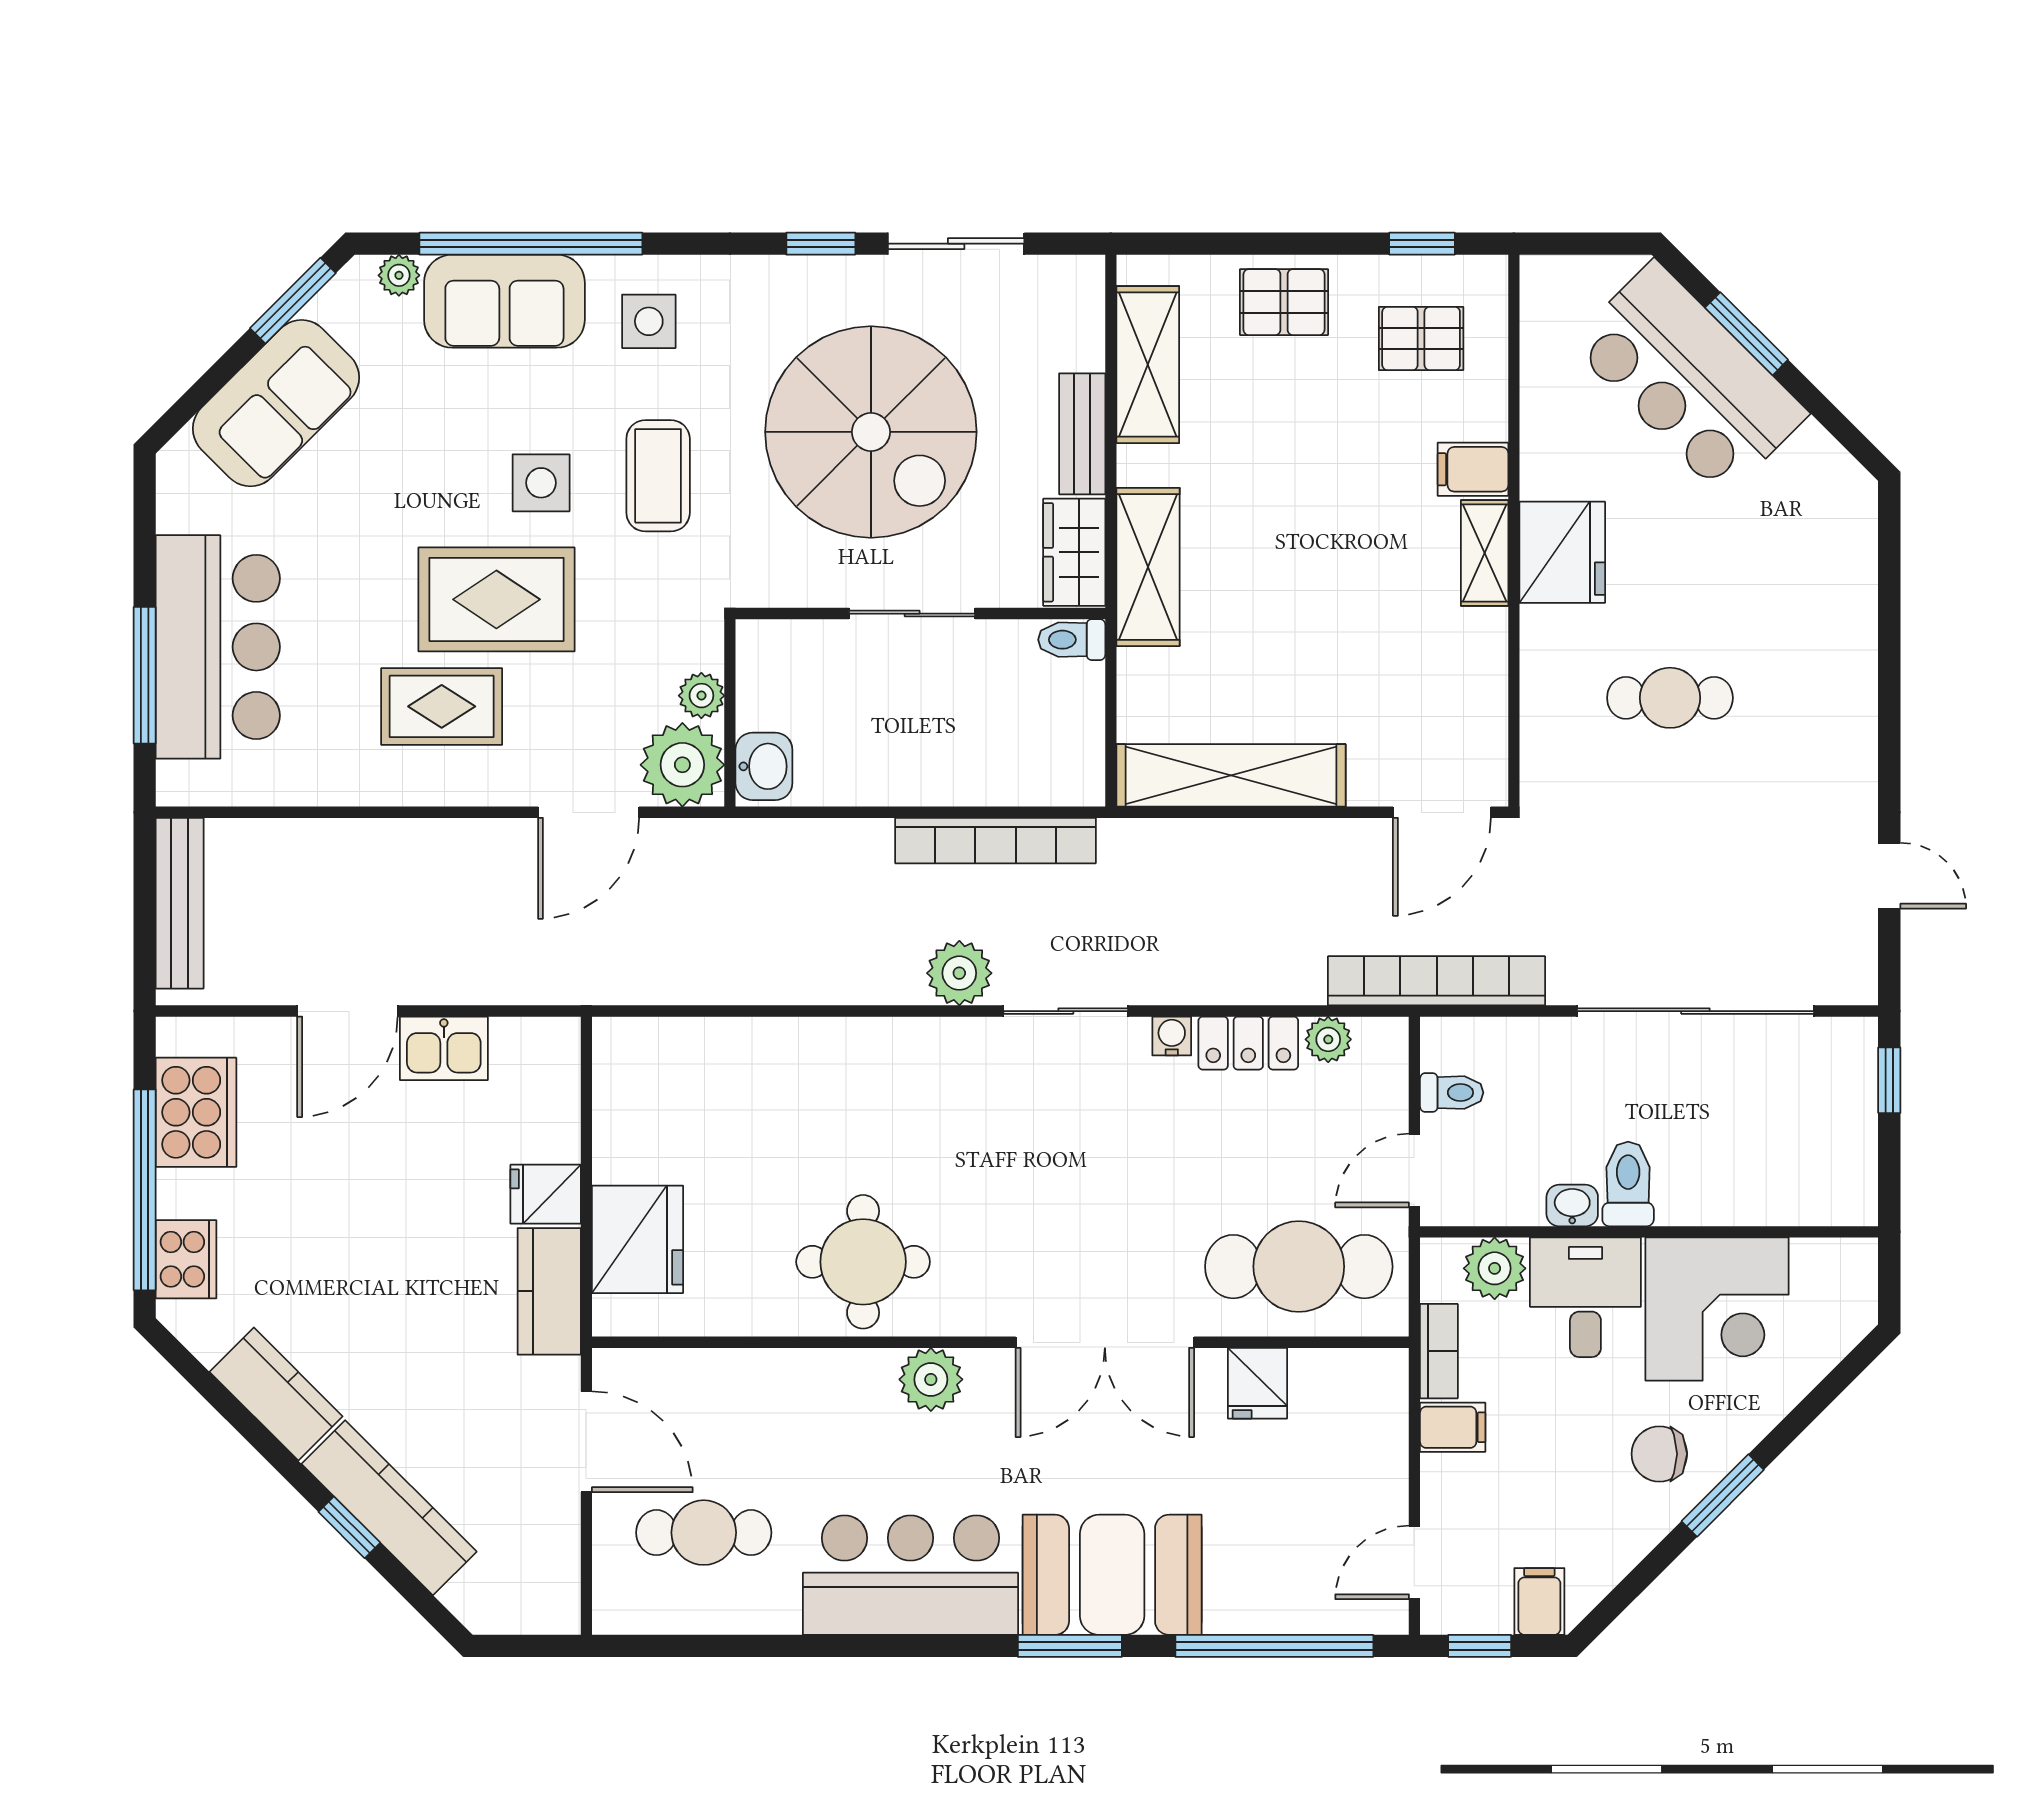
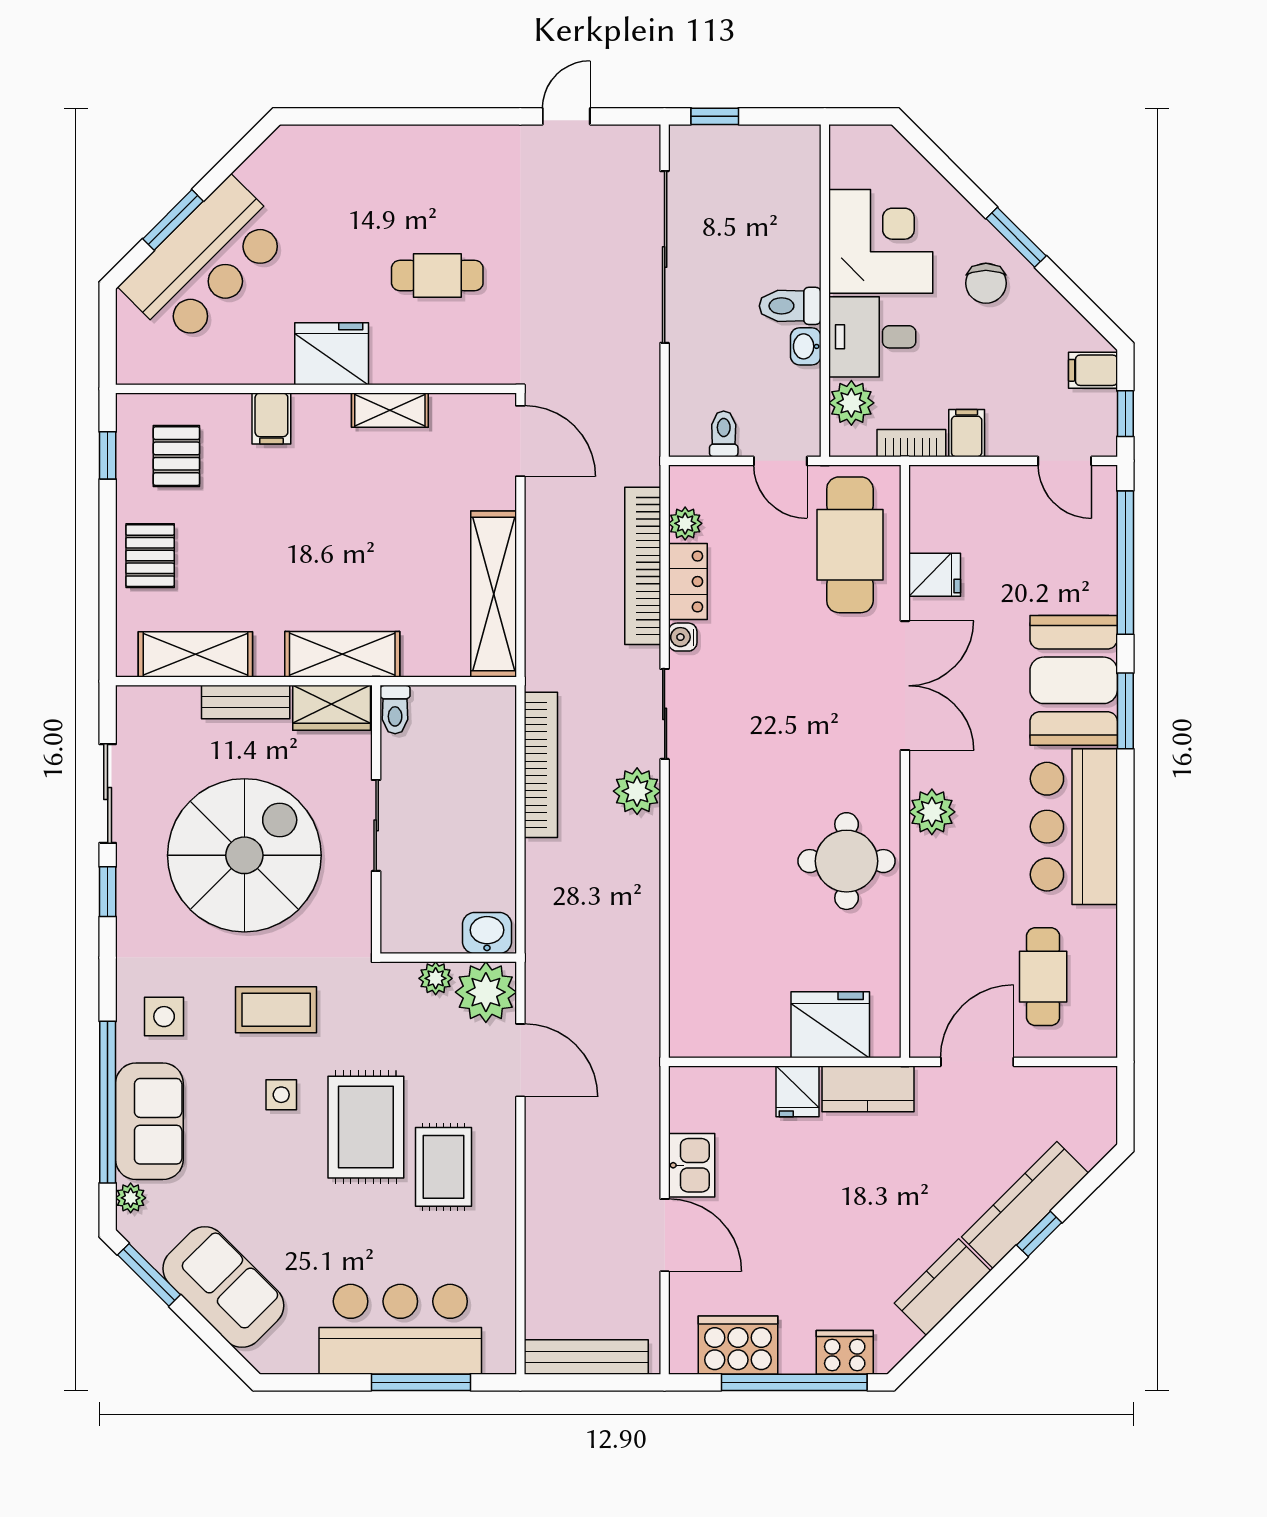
side table: (541, 483) -> (281, 1095), width x0.73, depth x0.73
shelving: (1485, 553) -> (390, 410), moved
cafe table: (1670, 698) -> (437, 275), turned 90
bookcase: (1437, 981) -> (643, 566), moved

